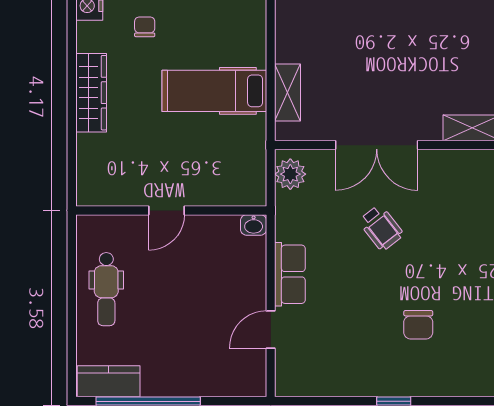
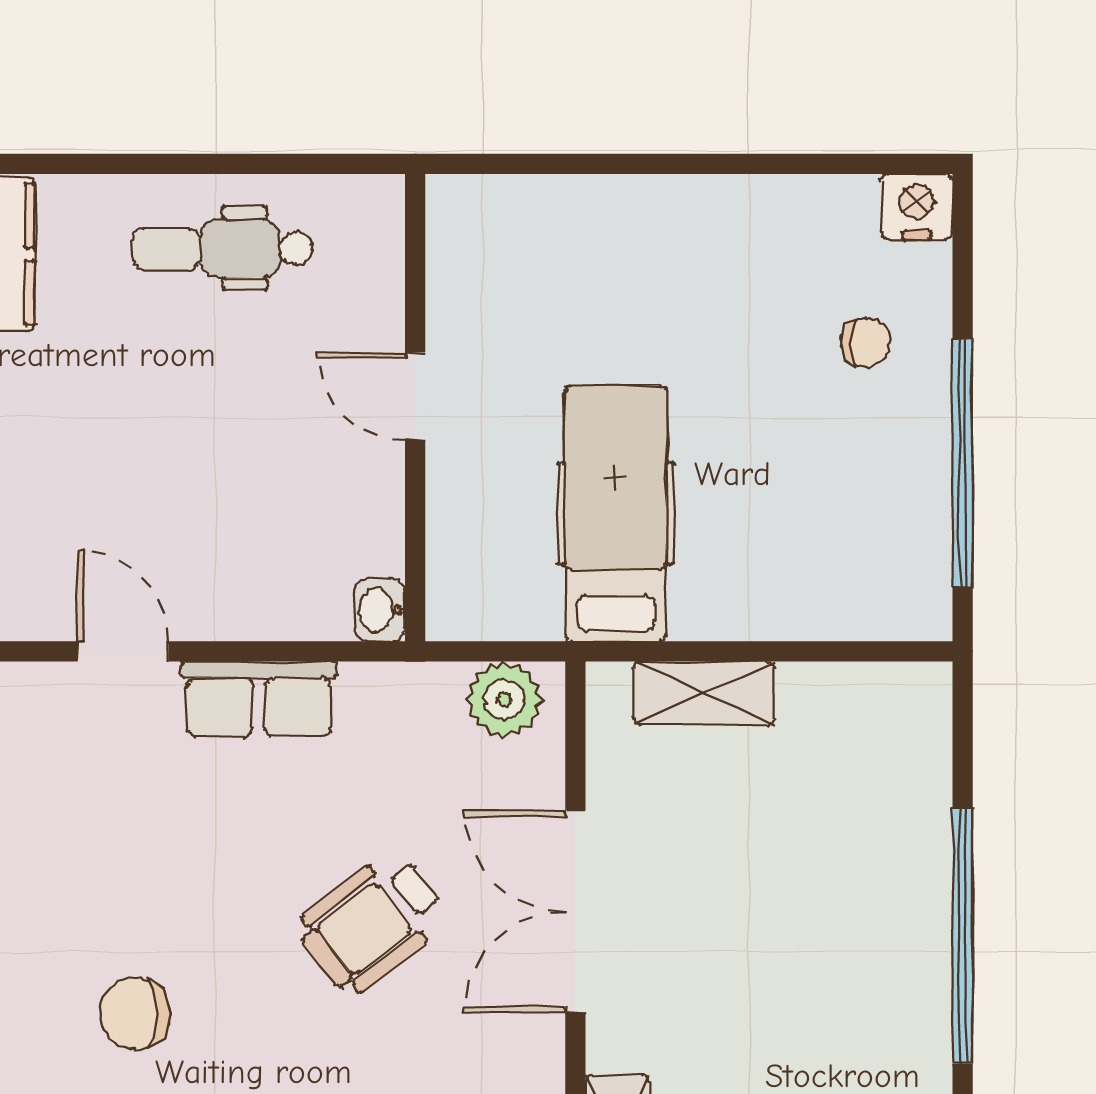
hospital bed: (214, 91) -> (616, 514), moved
wardrobe: (91, 93) -> (704, 211), removed
wheelchair: (381, 228) -> (373, 922), width x1.36, depth x1.37

